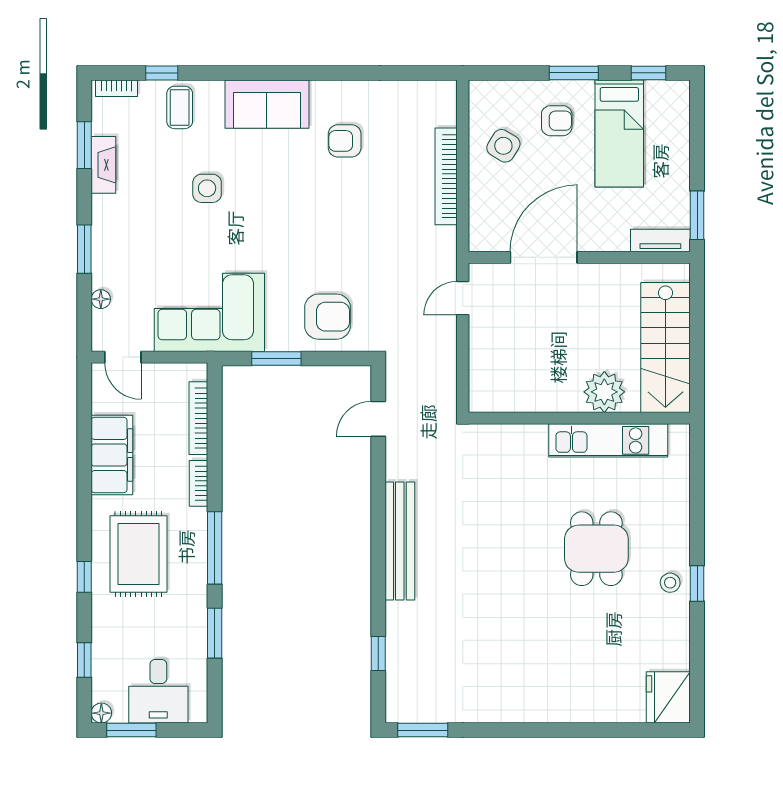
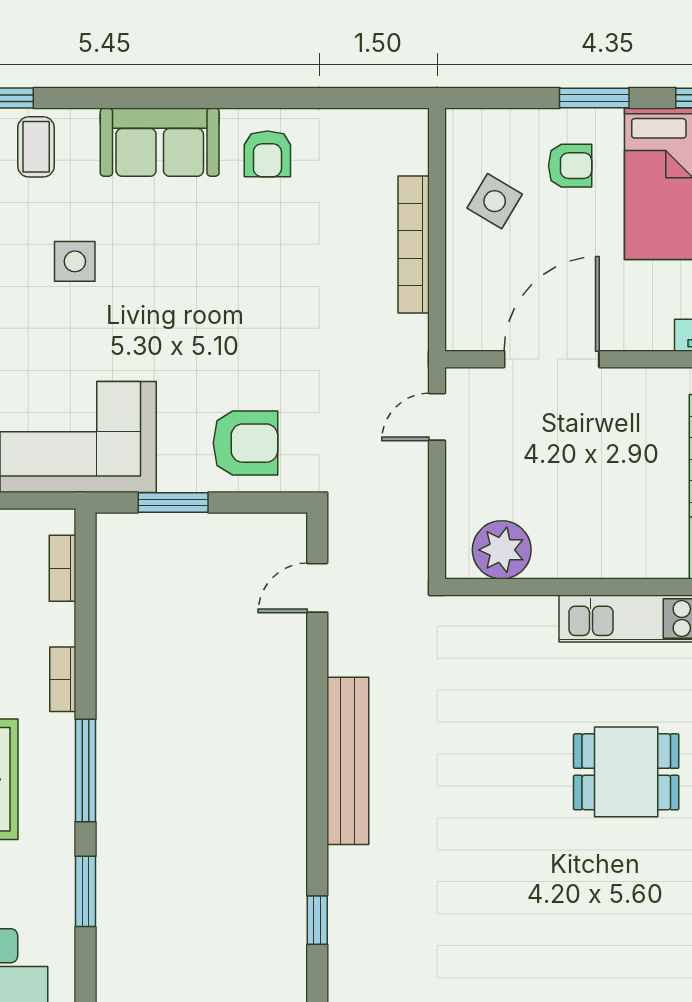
armchair: (345, 141) -> (267, 154), moved, turned -90
plant: (604, 392) -> (502, 550), moved
bookcase: (198, 418) -> (63, 568), width x0.64
dining table: (596, 549) -> (626, 772), turned 90

